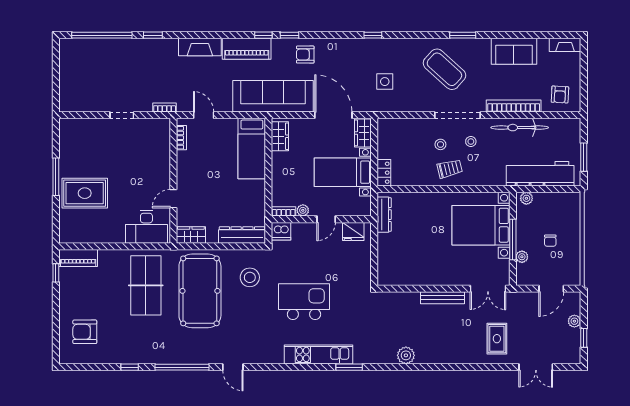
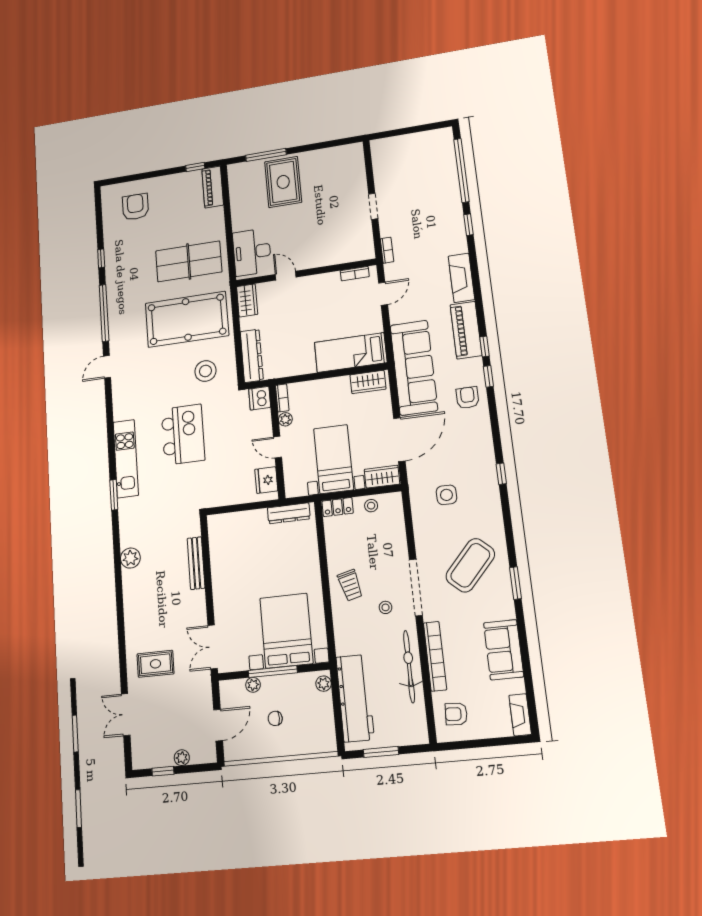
stool: (440, 144) -> (371, 506), moved
window: (56, 177) -> (266, 155), moved
door: (551, 289) -> (218, 725), swing flipped
bench: (443, 298) -> (196, 563), moved

